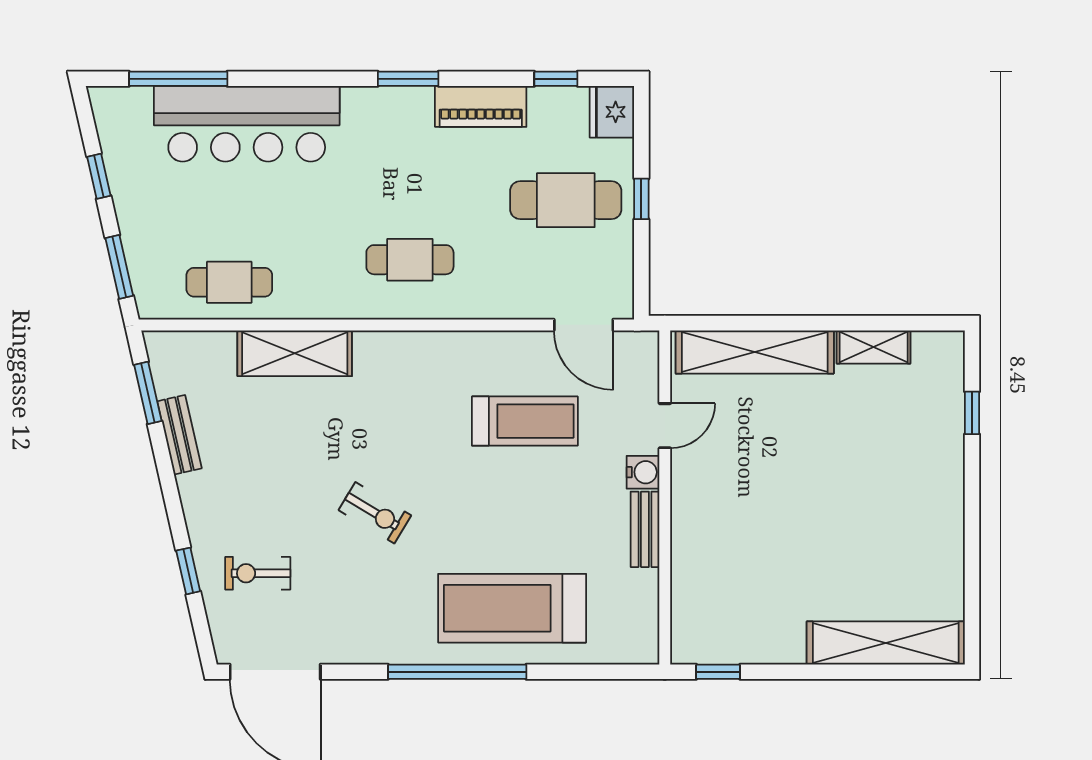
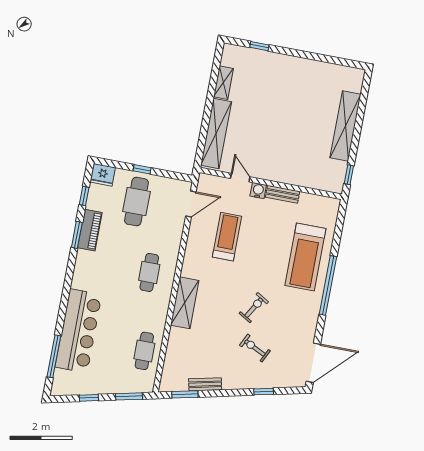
window: (408, 79) -> (77, 235), moved
shelving: (295, 353) -> (185, 303), moved
exercise bike: (258, 573) -> (255, 348), moved, turned 116
shelving: (886, 643) -> (345, 126), moved

